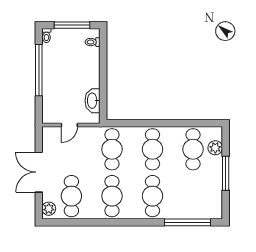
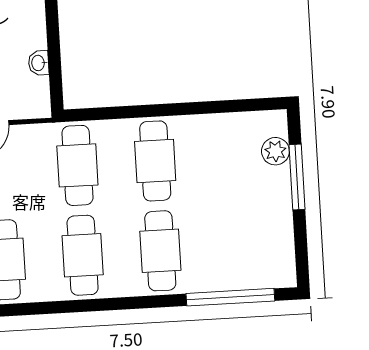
washbasin: (93, 101) -> (39, 63), width x0.52, depth x0.69
cafe table: (193, 149) -> (233, 156), removed
window: (226, 173) -> (297, 177), moved

